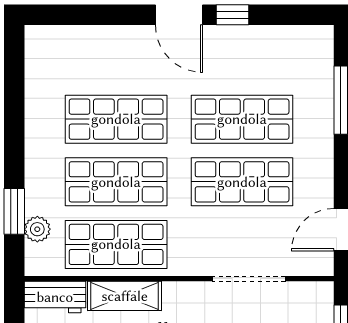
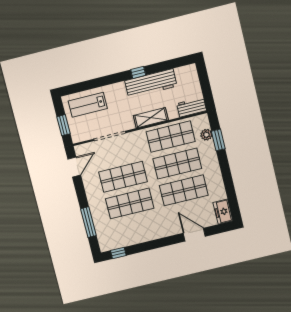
door: (179, 15) -> (194, 235), moved
window: (233, 15) -> (118, 253), moved
freezer: (41, 51) -> (223, 212), added
shelving: (125, 296) -> (151, 118), moved

